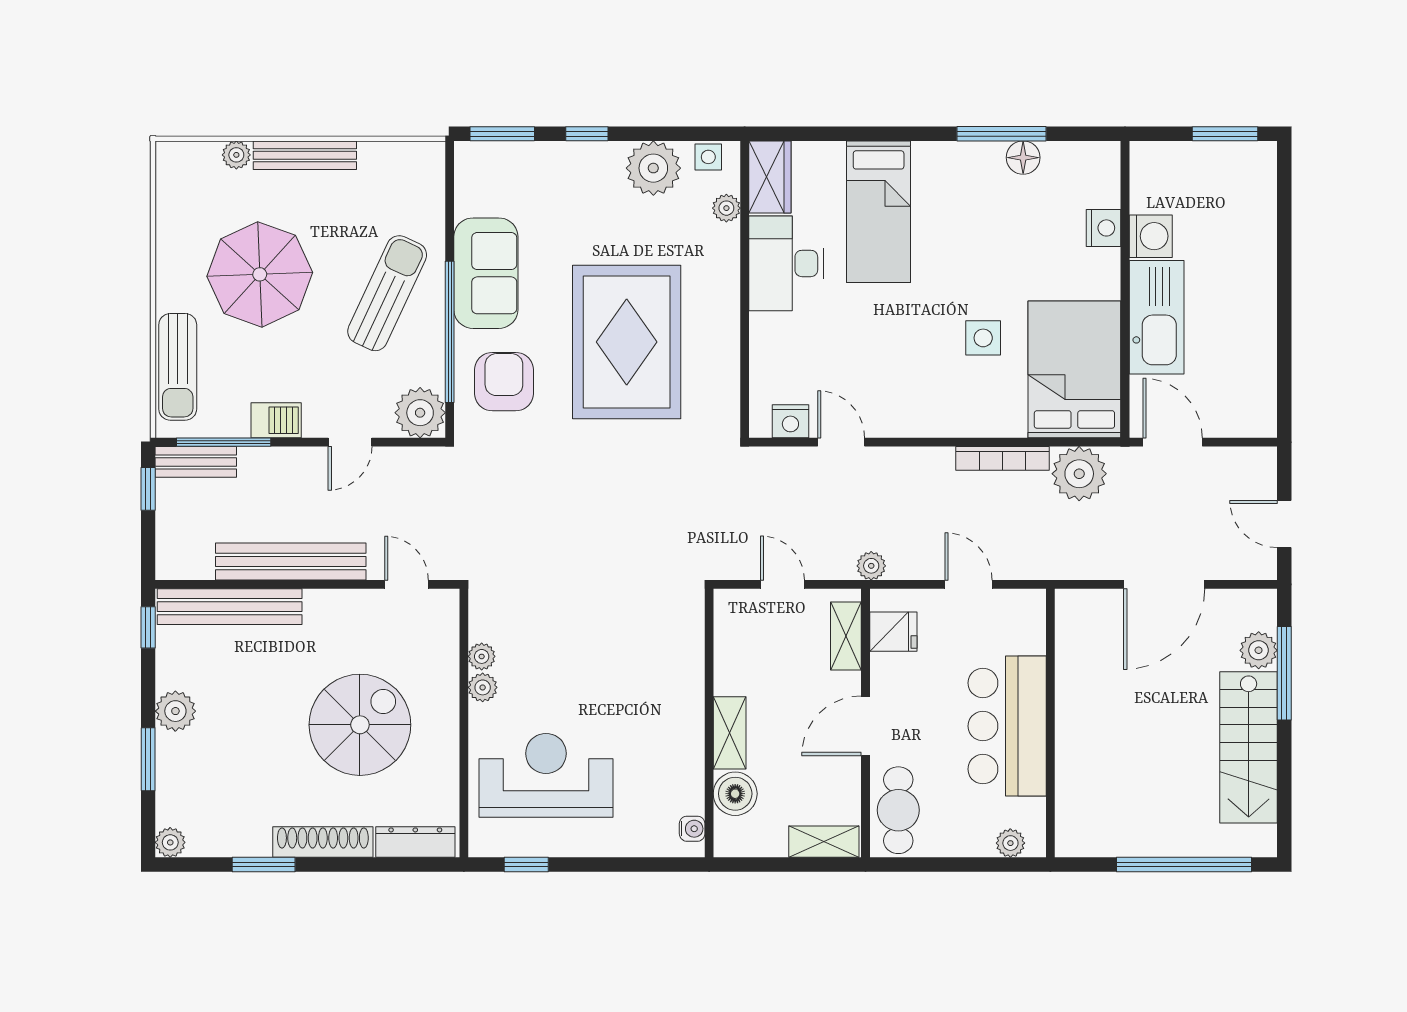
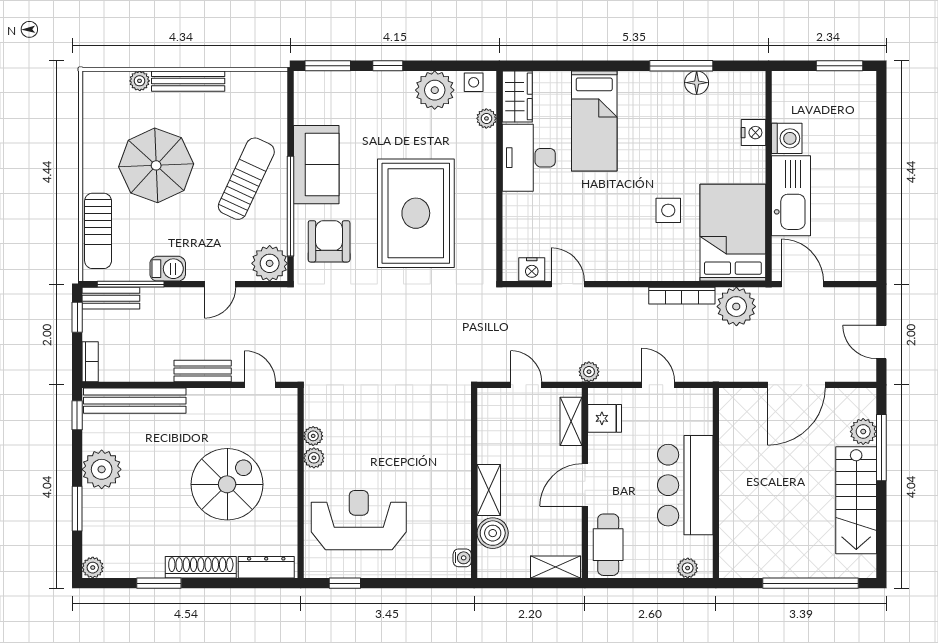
bookcase: (167, 552) -> (90, 362), added
bench: (291, 561) -> (203, 371), width x0.54, depth x0.82
plant: (175, 711) -> (102, 469), width x1.36, depth x1.36

